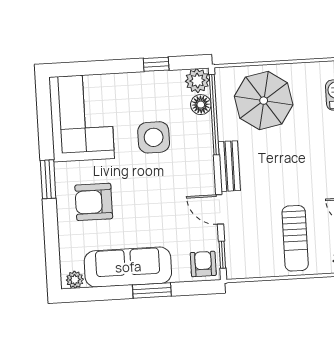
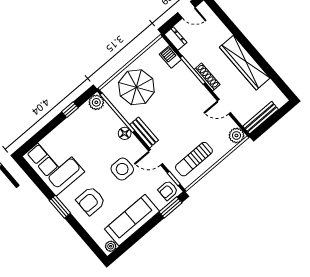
floor lamp: (201, 105) -> (125, 133), moved
side table: (154, 137) -> (122, 169), moved
sun lounger: (295, 238) -> (194, 159), moved, turned 90
armchair: (203, 264) -> (168, 190), turned -90
window: (152, 291) -> (171, 207), moved

